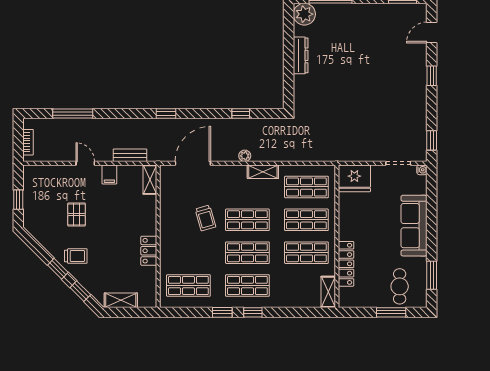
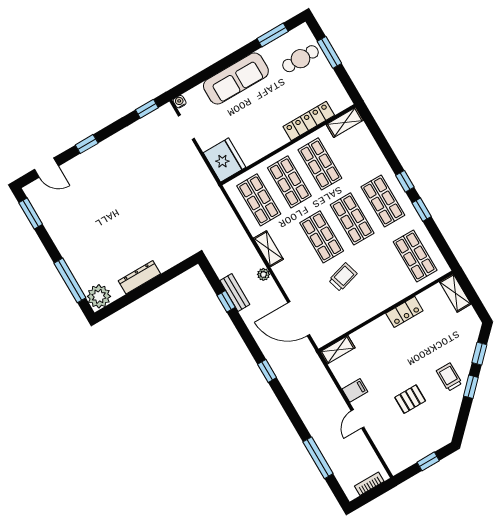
bench: (130, 155) -> (235, 292), moved
shelving: (121, 300) -> (455, 293), moved

